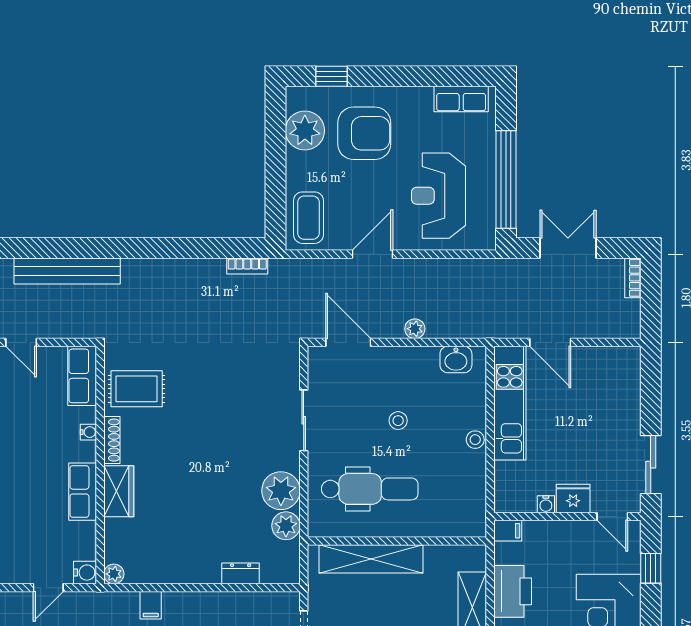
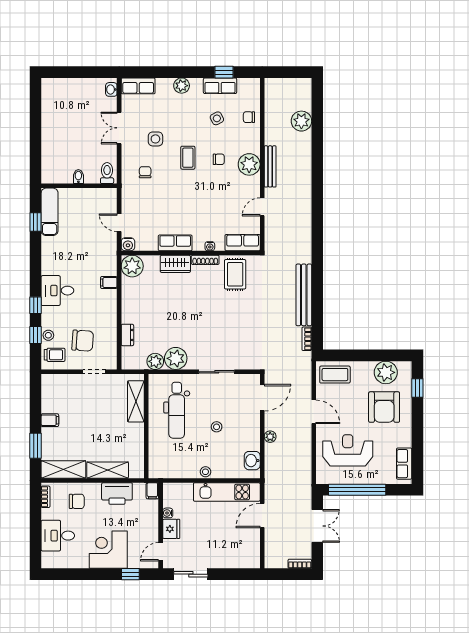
bench: (67, 271) -> (304, 295), moved
shelving: (371, 559) -> (136, 401), width x0.68
plant: (114, 574) -> (132, 266), width x1.87, depth x1.87

